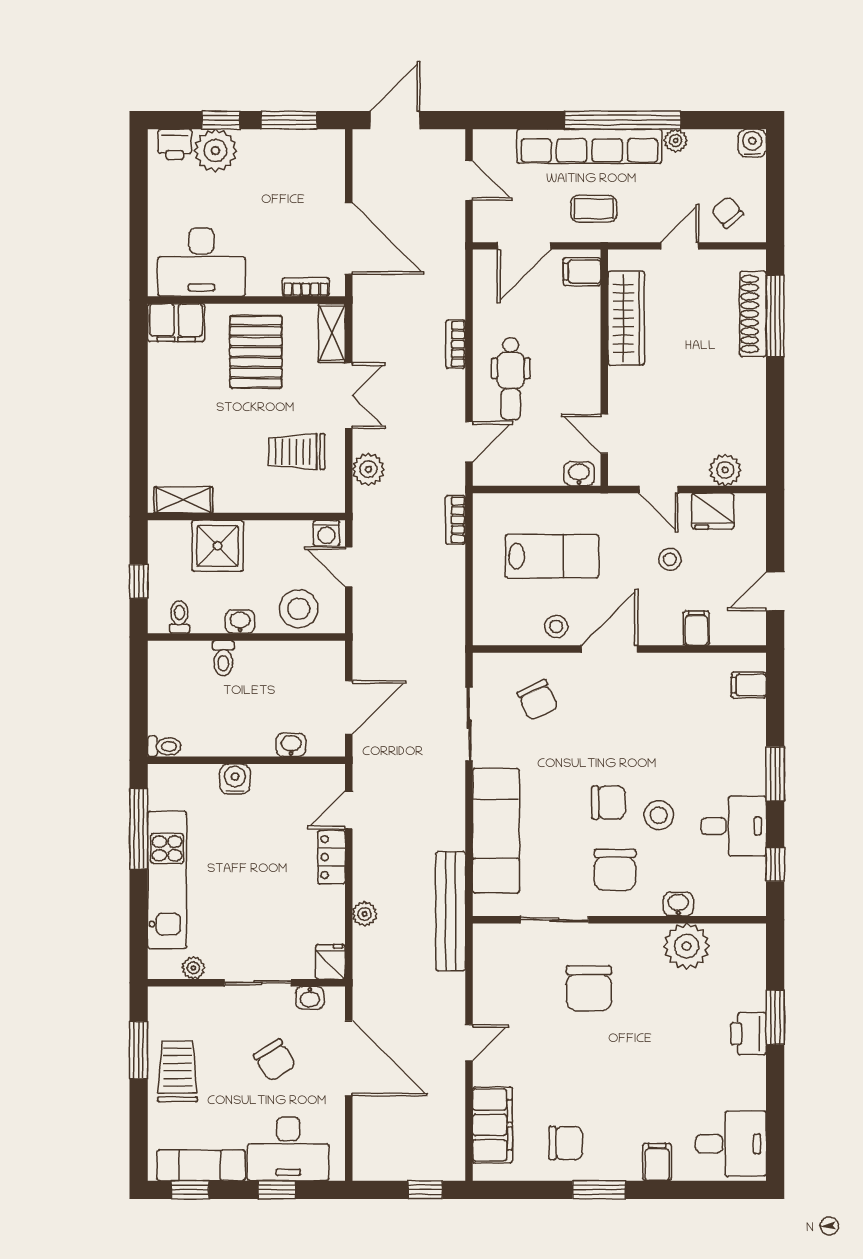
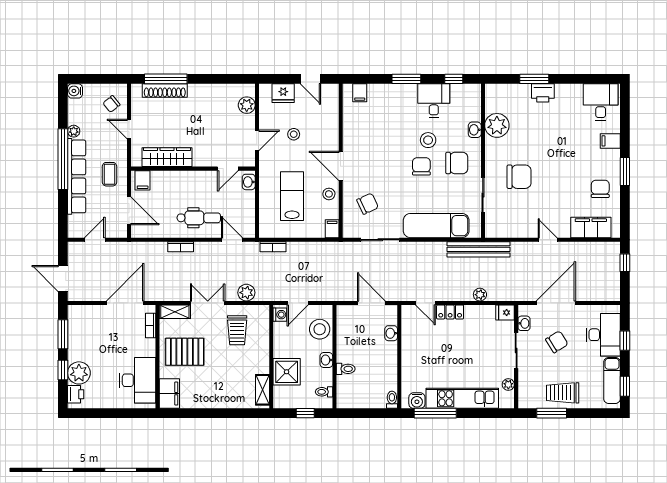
fridge: (713, 511) -> (283, 93), moved, turned 90
filing cabinet: (696, 628) -> (332, 229), moved, turned 90
water cooler: (235, 779) -> (417, 401), moved, turned -90

